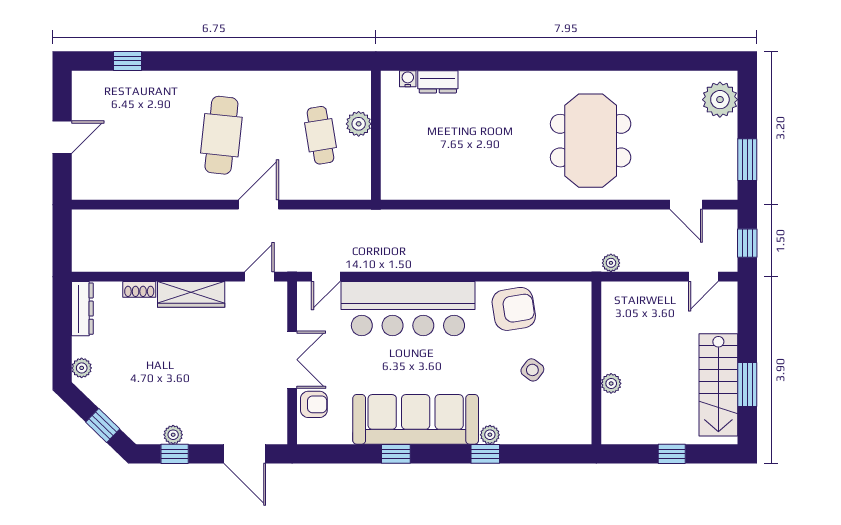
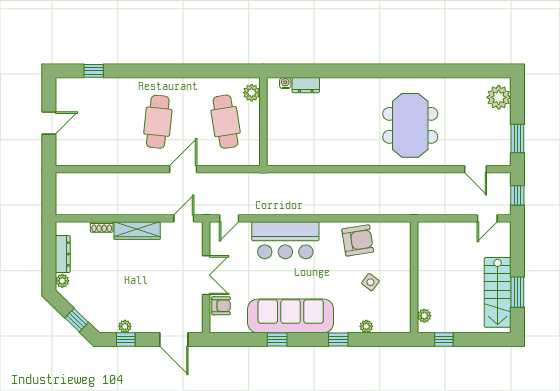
plant: (359, 124) -> (252, 93), moved
cafe table: (320, 135) -> (226, 122), width x1.37, depth x1.35
plant: (611, 263) -> (424, 209), removed
dresser: (82, 309) -> (63, 254), moved
bar counter: (408, 309) -> (285, 240), width x0.73
plant: (611, 383) -> (424, 316), moved
plant: (490, 435) -> (366, 326), moved
window: (672, 454) -> (444, 340), moved

